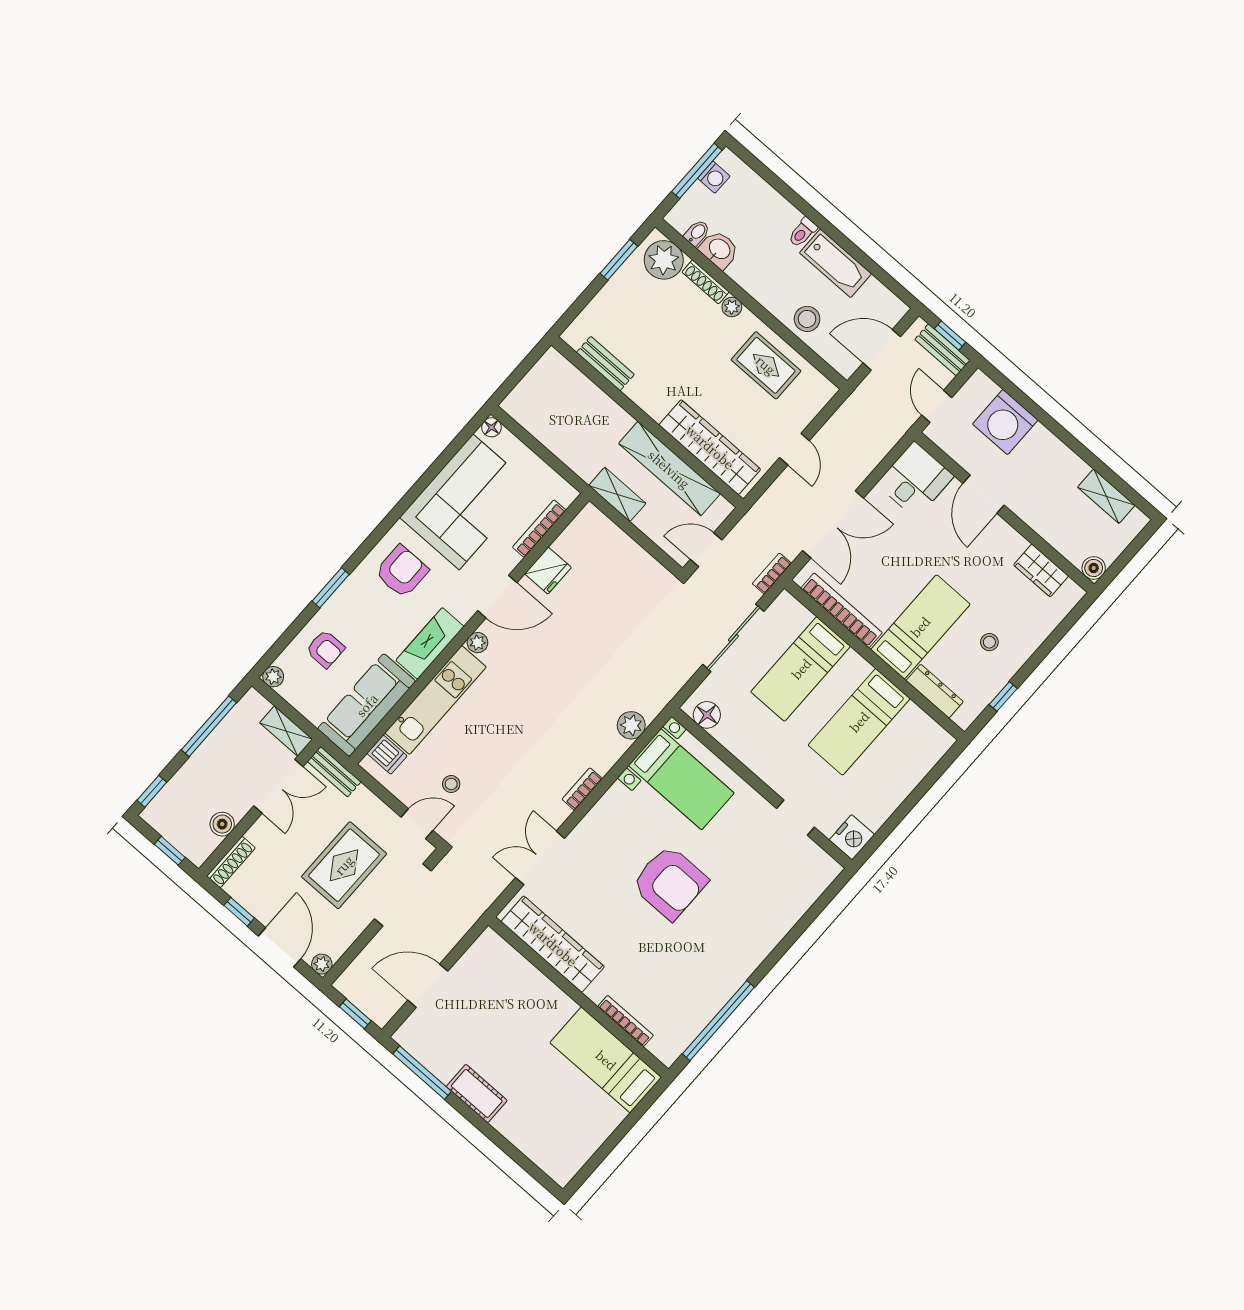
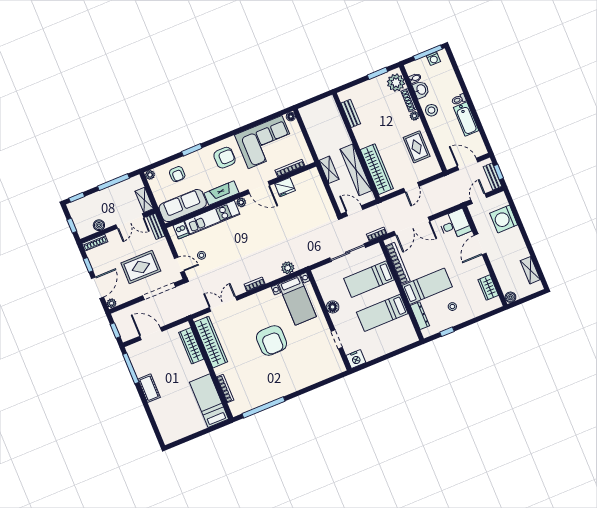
stool: (807, 319) -> (431, 110), moved
floor lamp: (707, 715) -> (333, 307), moved
wardrobe: (518, 970) -> (191, 346), added

